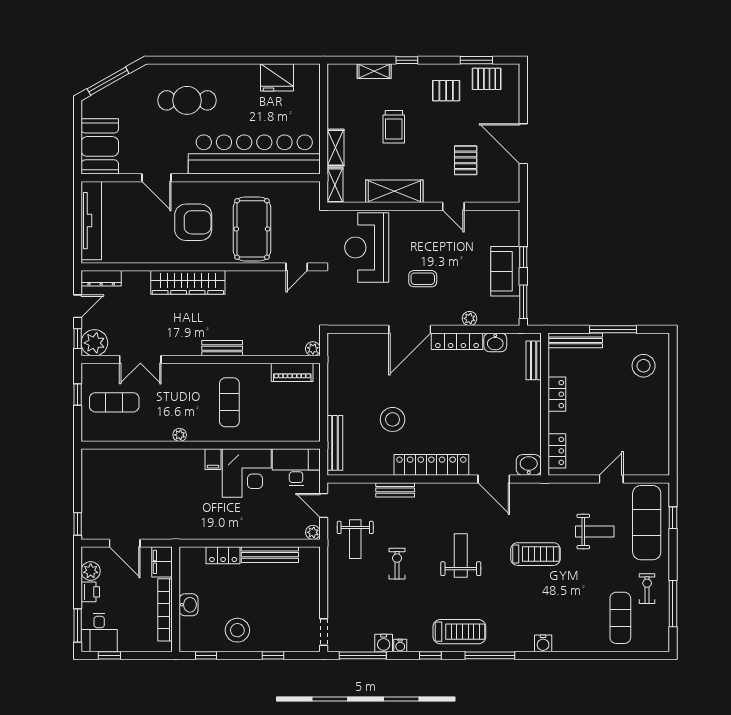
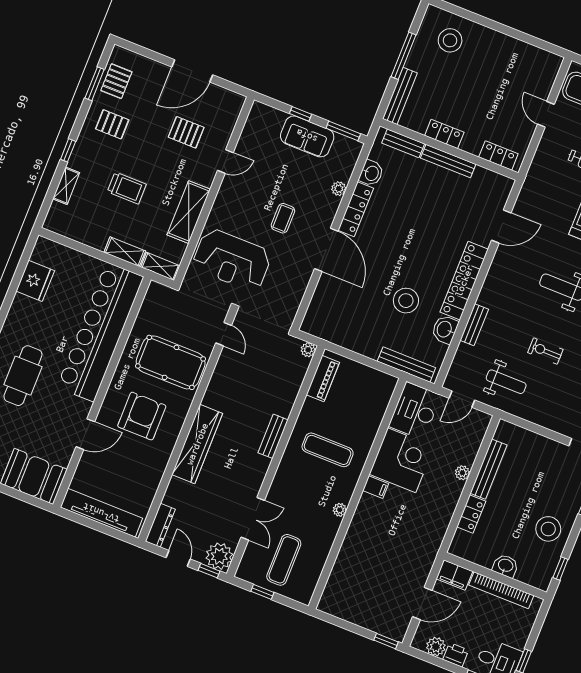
pallet: (446, 91) -> (112, 124), turned 90
bench: (534, 407) -> (448, 161), added
washbasin: (529, 465) -> (445, 329), moved
plant: (313, 532) -> (462, 473), moved

